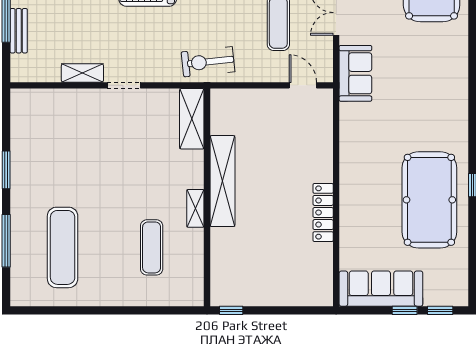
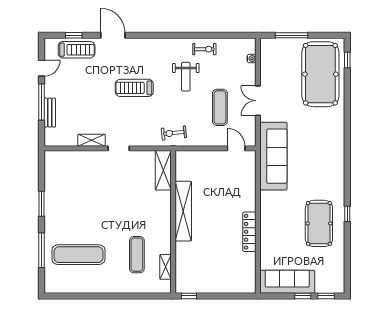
exercise bike: (208, 62) -> (174, 133), width x0.73, depth x0.72
sofa: (355, 73) -> (273, 156), width x1.85, depth x1.27
pool table: (429, 200) -> (319, 223), width x0.73, depth x0.76
shelving: (195, 208) -> (166, 267), moved
exercise mat: (63, 247) -> (78, 255), turned 90

